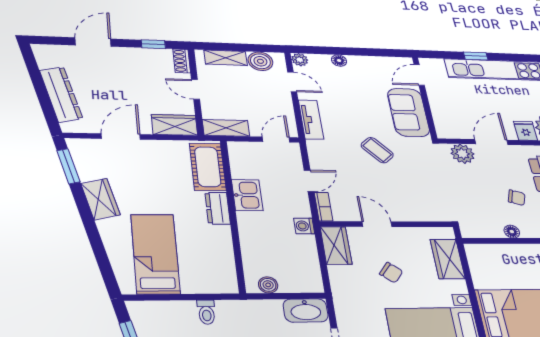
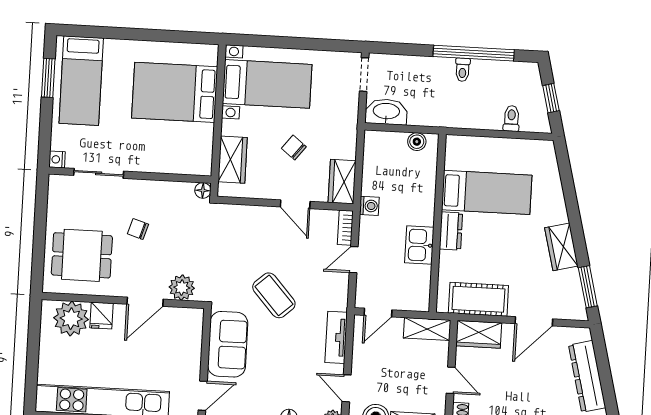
coffee table: (377, 150) -> (274, 295), width x1.36, depth x1.30
cot: (208, 167) -> (478, 299), moved, turned 90
floor lamp: (512, 232) -> (203, 190), moved
bed: (155, 254) -> (487, 192), moved, turned -90
toilet: (206, 312) -> (511, 118), moved

